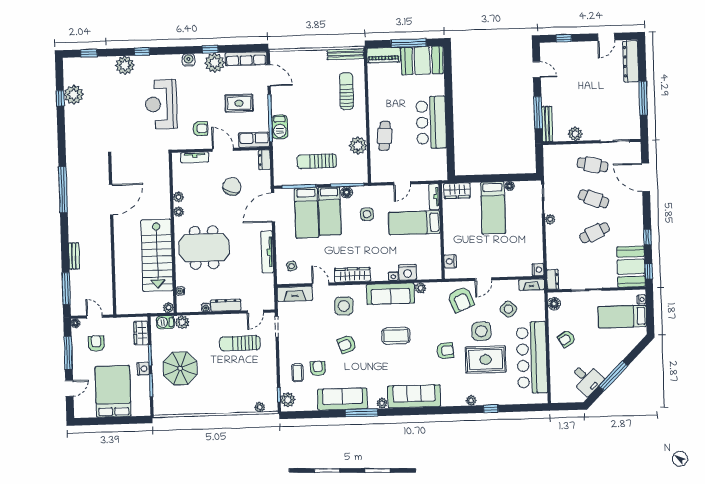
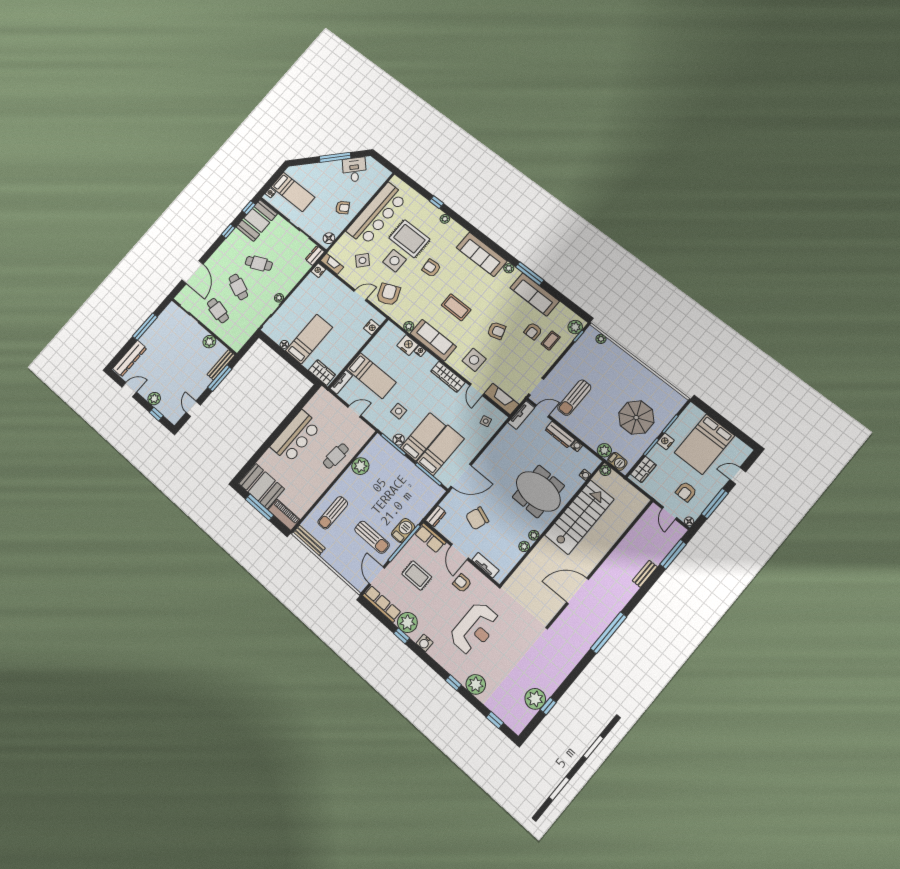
plant: (578, 49) -> (154, 399), added
sun lounger: (317, 161) -> (372, 537), moved
tv unit: (267, 252) -> (521, 415), moved, width x0.71
sun lounger: (240, 343) -> (574, 398), turned 90

